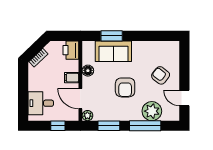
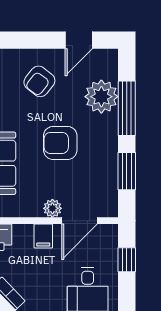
floor lamp: (88, 71) -> (31, 208), removed
armchair: (125, 87) -> (60, 143), turned 180
plant: (87, 116) -> (52, 208), moved

